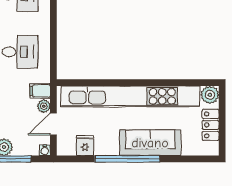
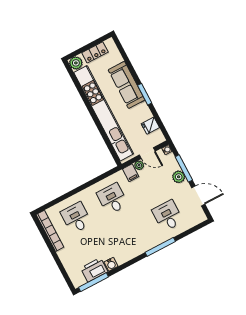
window: (127, 159) -> (145, 94), width x0.47

